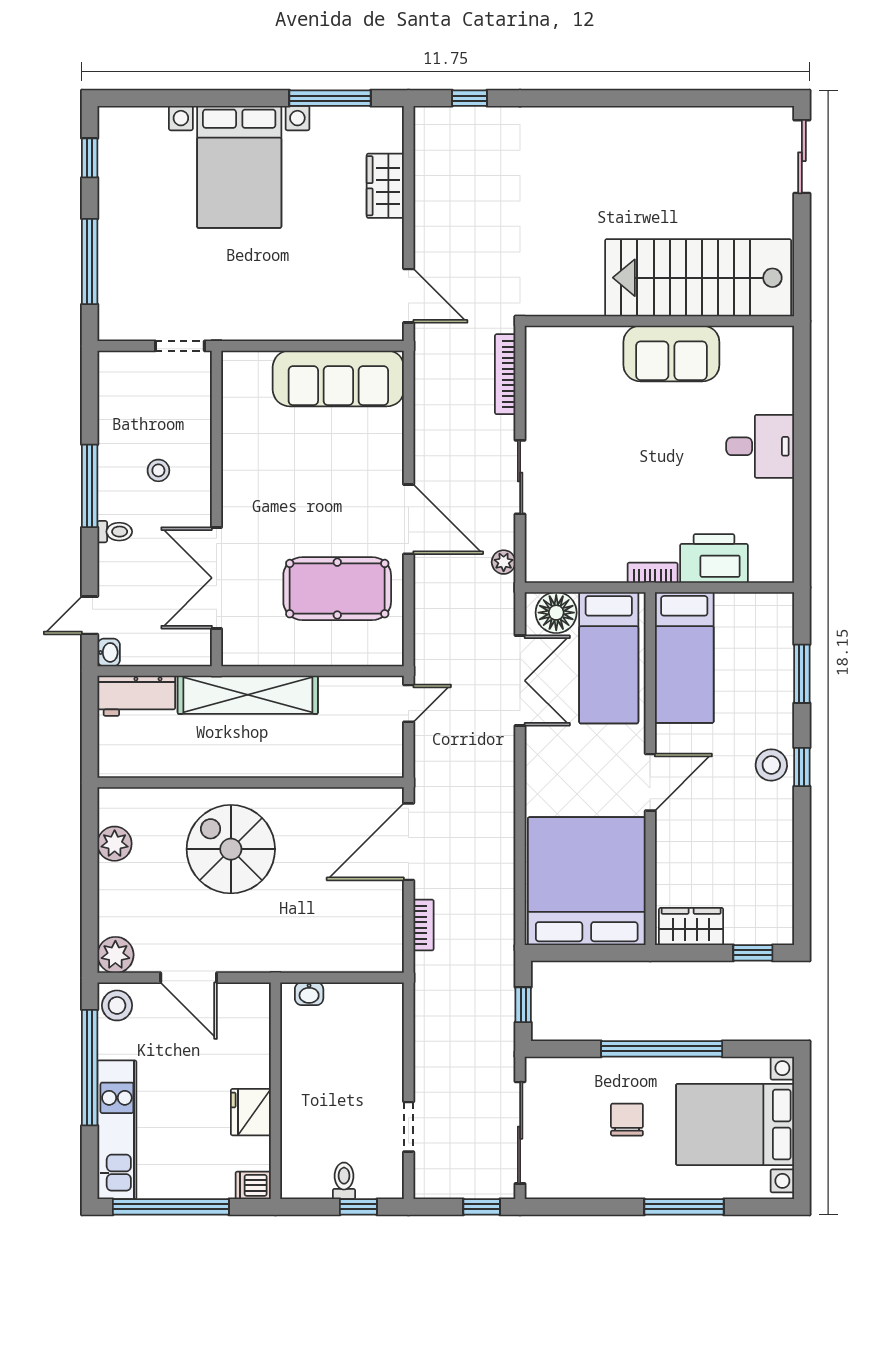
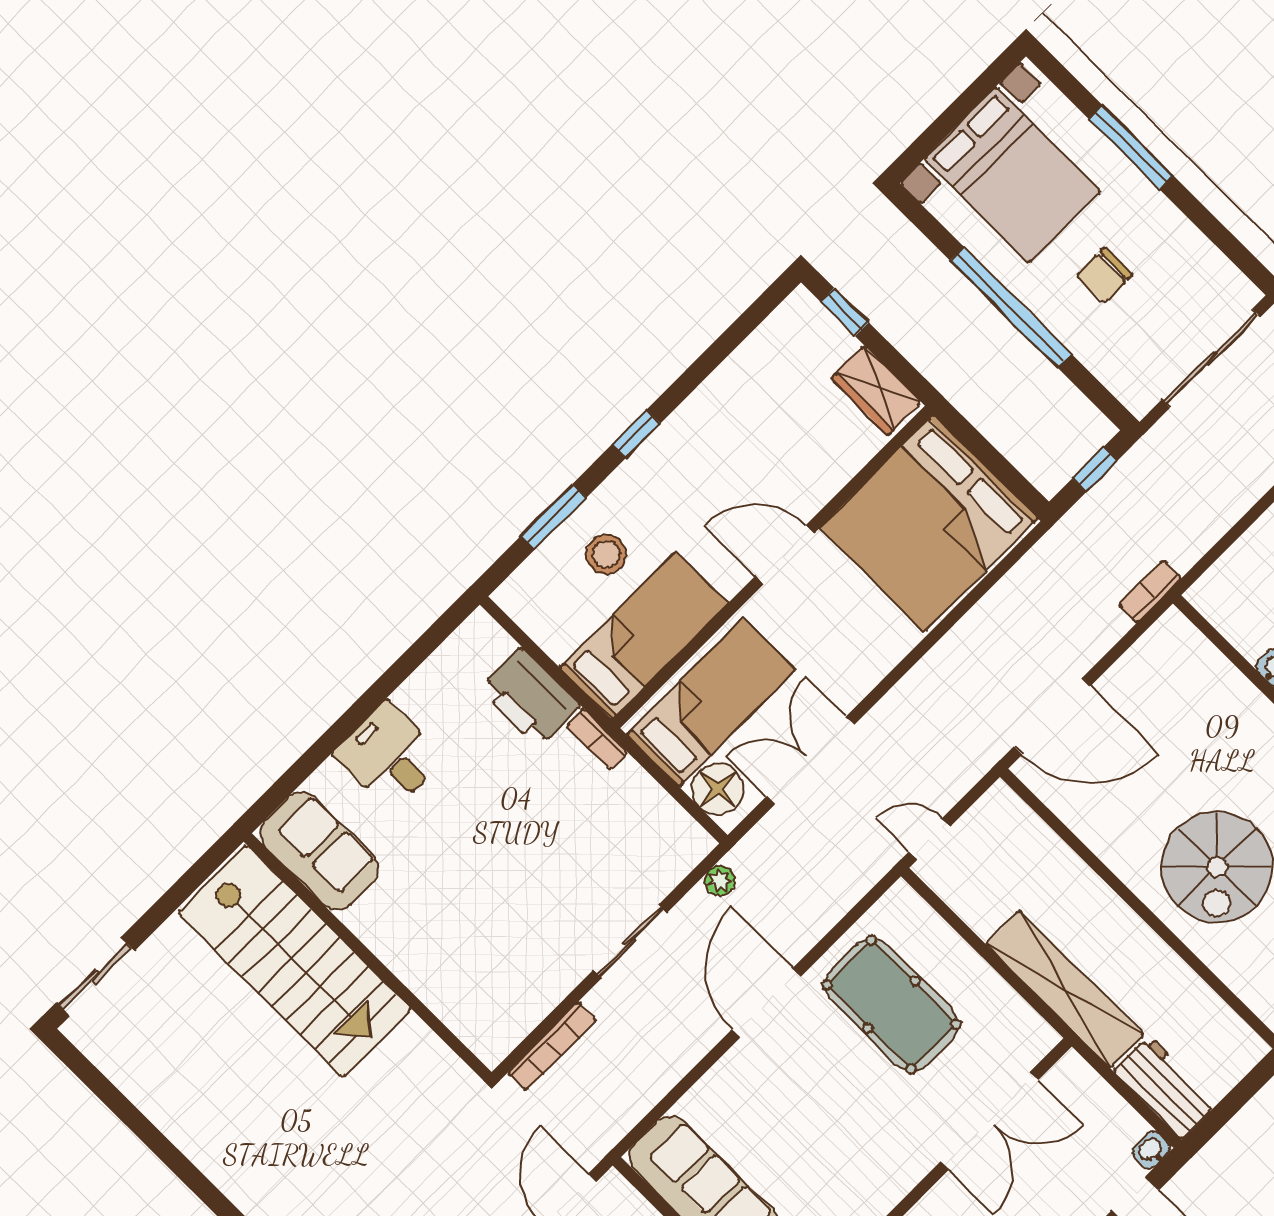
sofa: (671, 354) -> (319, 851), moved
stool: (771, 765) -> (606, 554), moved
bookcase: (423, 925) -> (1150, 592), moved

